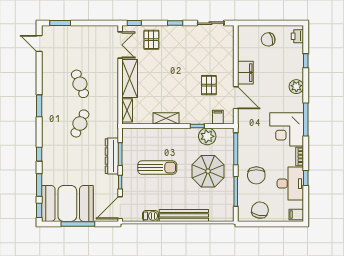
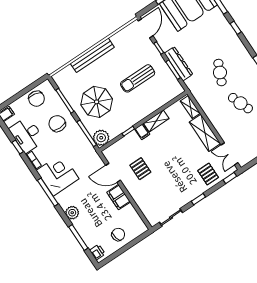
window: (306, 61) -> (78, 238), width x2.17
filing cabinet: (218, 117) -> (142, 132), moved
plant: (207, 136) -> (101, 138), moved
barbecue: (150, 216) -> (118, 38), removed

